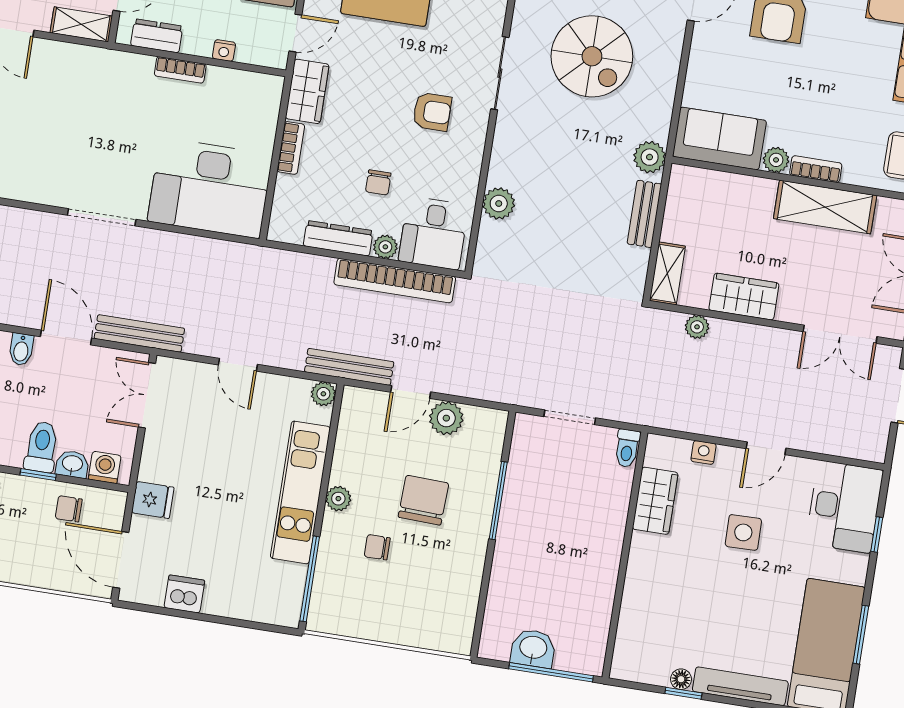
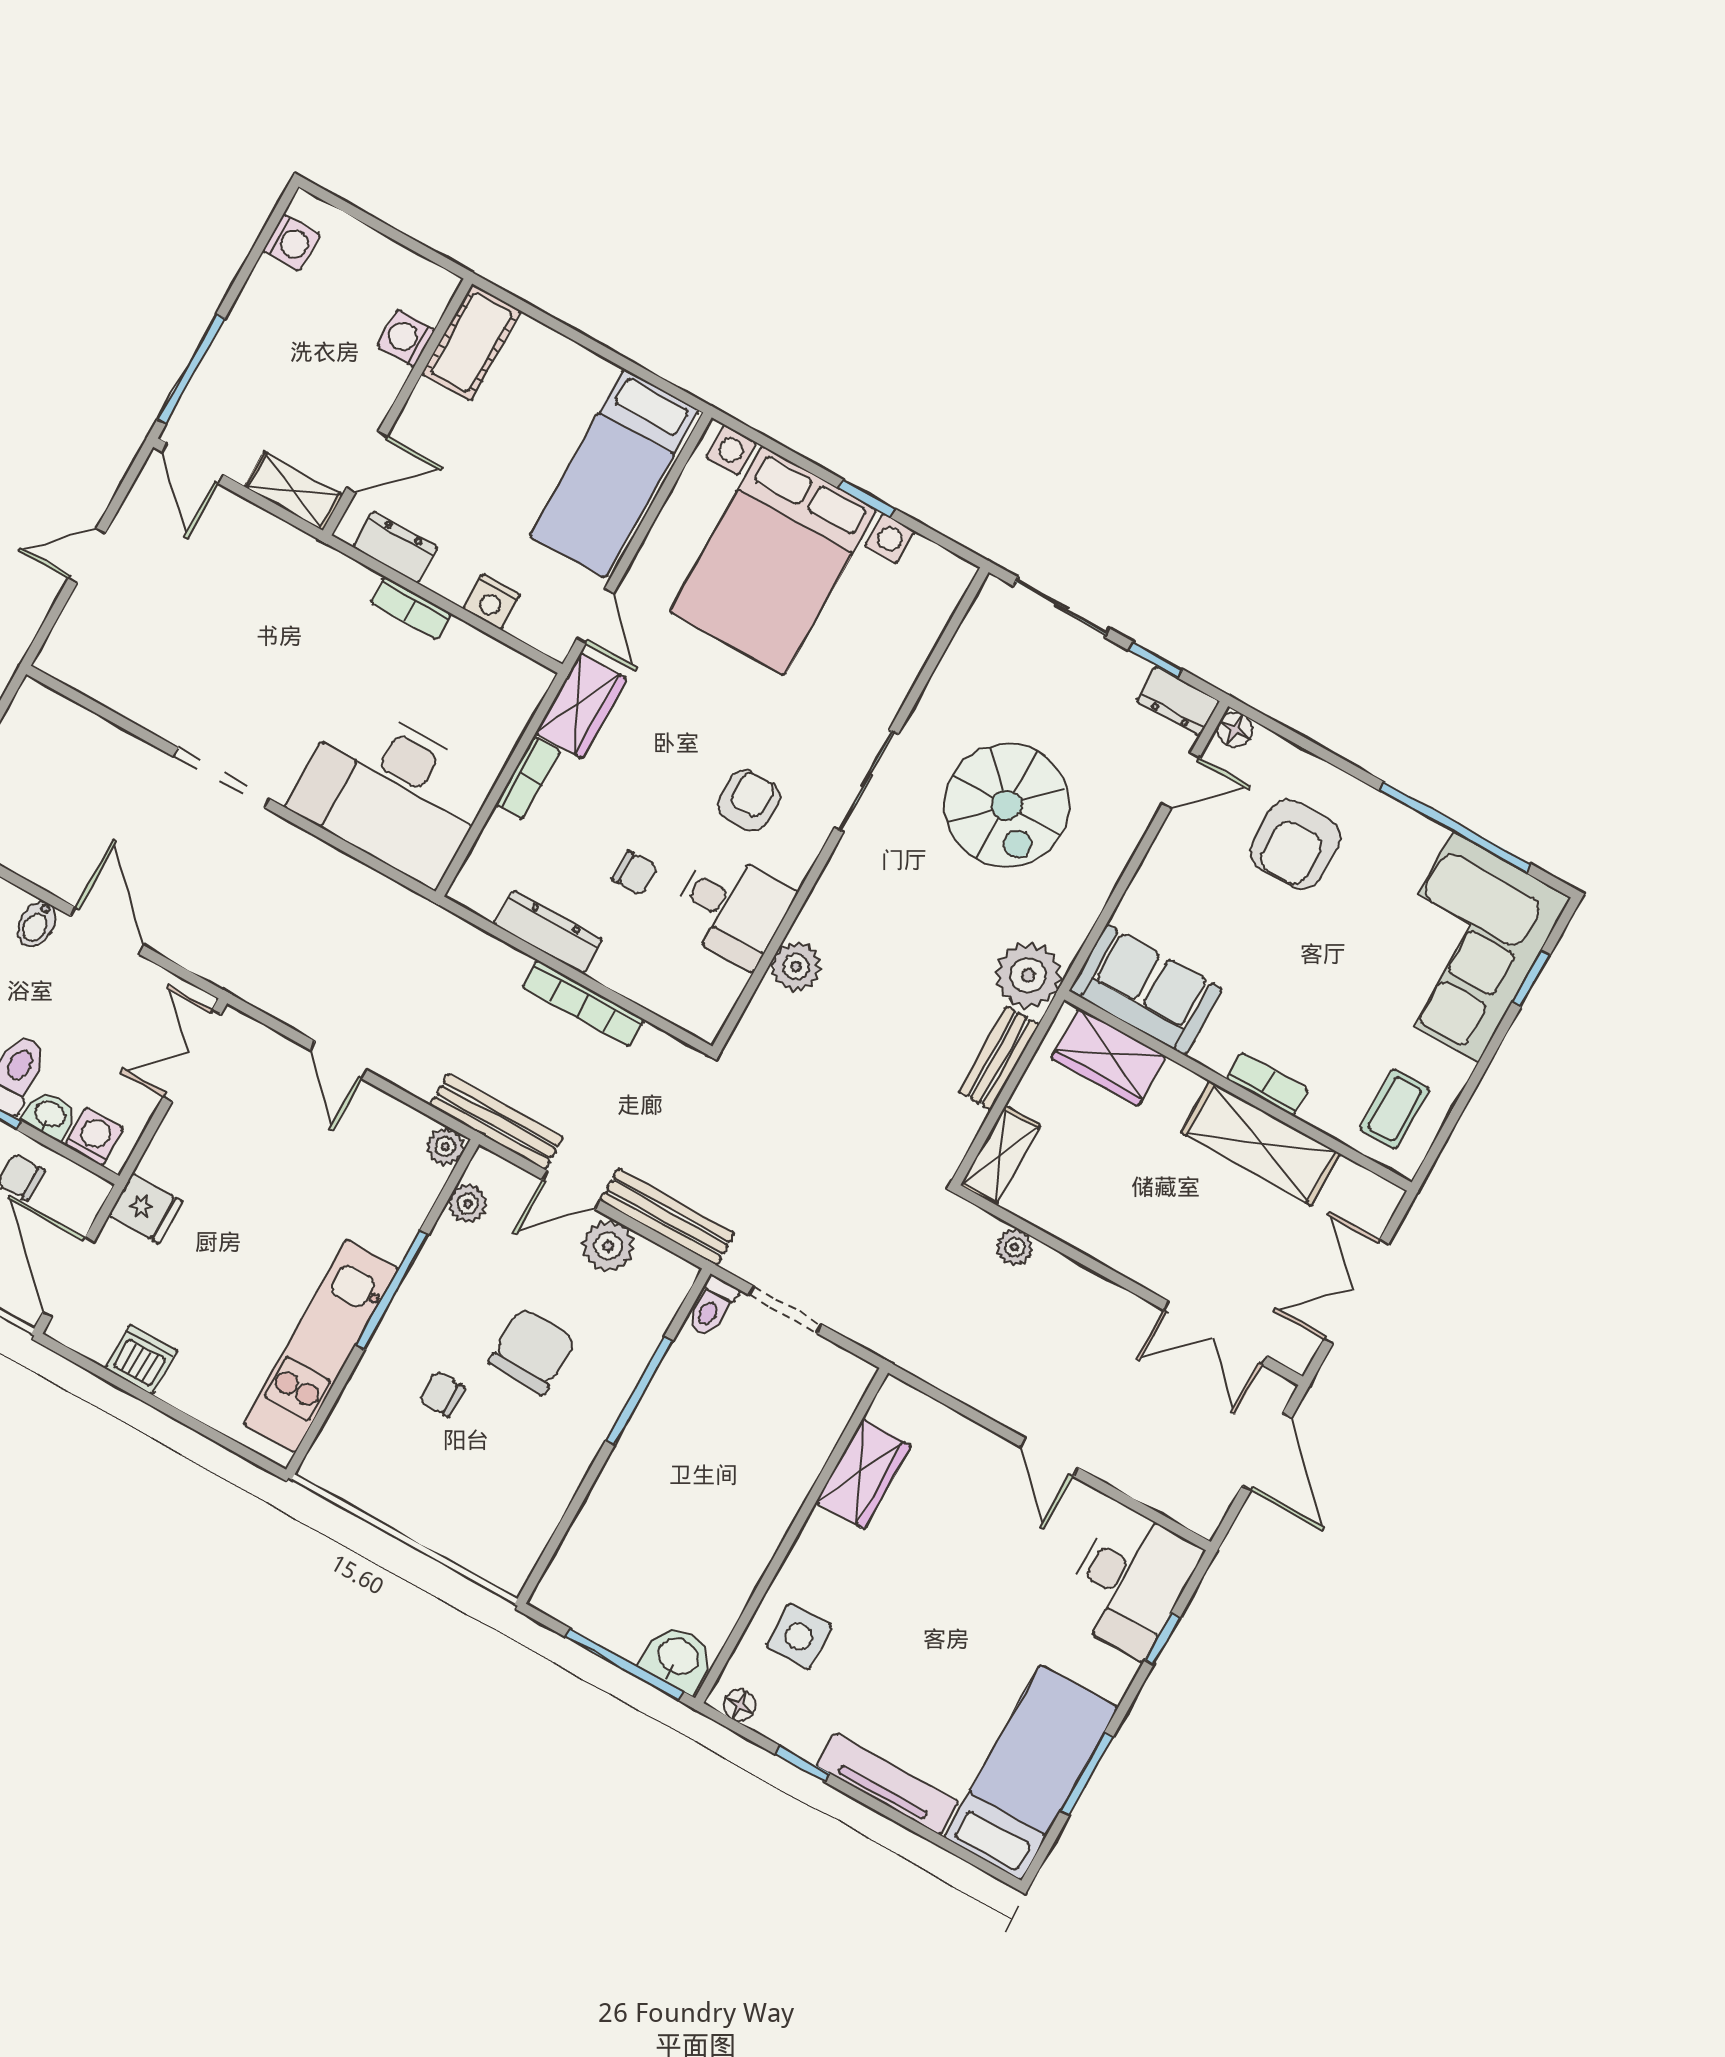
door: (295, 33) -> (595, 616), hinge flipped
nightstand: (224, 50) -> (492, 602), width x1.39, depth x1.35
armchair: (432, 112) -> (749, 800), turned -90
plant: (650, 157) -> (1028, 975), width x1.36, depth x1.36
plant: (776, 160) -> (1215, 1050), removed
chair: (378, 182) -> (635, 873), turned -90
desk: (433, 233) -> (732, 908), moved, turned -90
plant: (385, 247) -> (611, 969), removed
bookcase: (395, 281) -> (583, 1003), width x0.68, depth x0.76
wardrobe: (744, 297) -> (1108, 1057), moved, turned 180
bench: (139, 333) -> (667, 1217), moved
toilet: (627, 448) -> (712, 1306), moved
door: (766, 448) -> (1049, 1457), hinge flipped
nightstand: (704, 452) -> (958, 1430), removed
kitchen unit: (300, 492) -> (321, 1346), moved
plant: (338, 499) -> (468, 1204), moved
side table: (743, 532) -> (799, 1636), moved
window: (310, 579) -> (392, 1290), moved
washbasin: (533, 648) -> (678, 1658), moved
floor lamp: (681, 679) -> (739, 1705), moved

